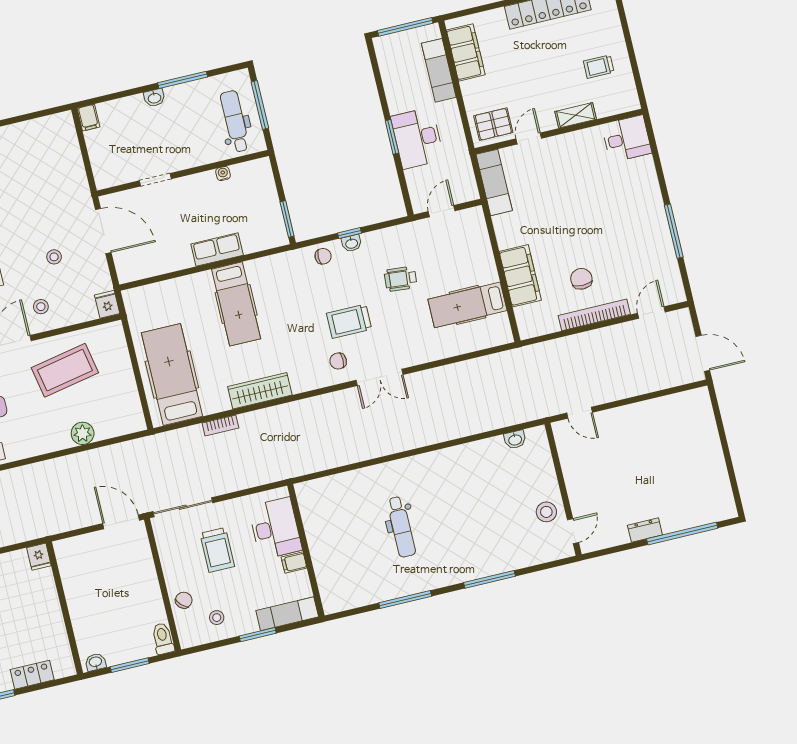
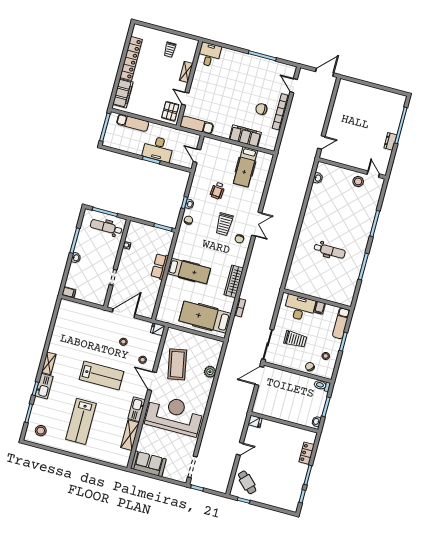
filing cabinet: (466, 52) -> (123, 93), moved, turned 90

